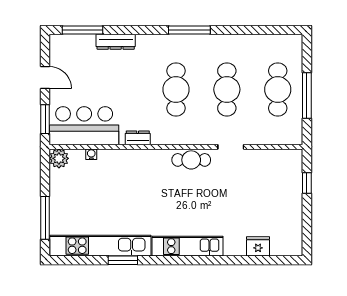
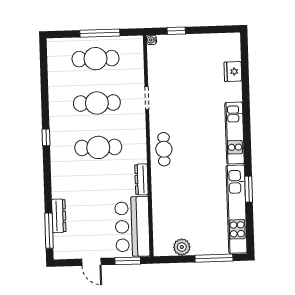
window: (189, 30) -> (46, 137), width x0.46
dresser: (116, 42) -> (59, 216), moved
door: (45, 78) -> (91, 262), swing flipped
dresser: (138, 138) -> (141, 179), width x1.44
water cooler: (91, 154) -> (151, 40), moved
plant: (59, 158) -> (182, 247), moved
cafe table: (191, 160) -> (164, 149), moved

